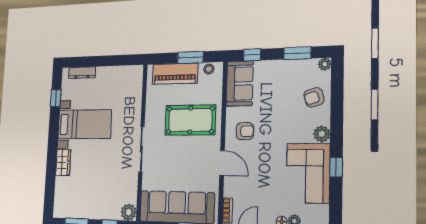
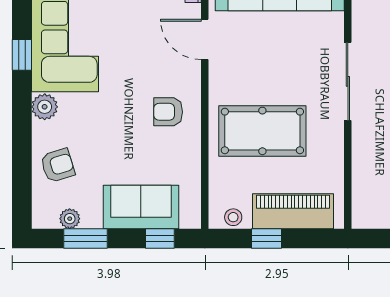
window: (190, 57) -> (267, 238), width x0.67
plant: (325, 64) -> (70, 219), moved
sofa: (240, 84) -> (141, 207), moved, turned 90
door: (222, 163) -> (205, 39), moved

